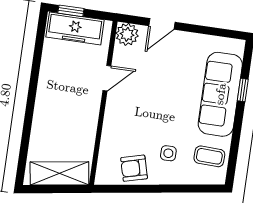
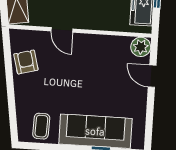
door: (107, 78) -> (62, 30), moved
side table: (168, 153) -> (41, 91), removed

